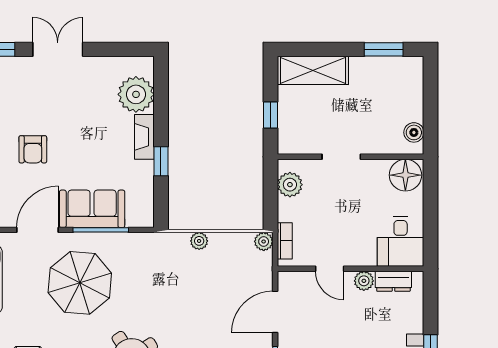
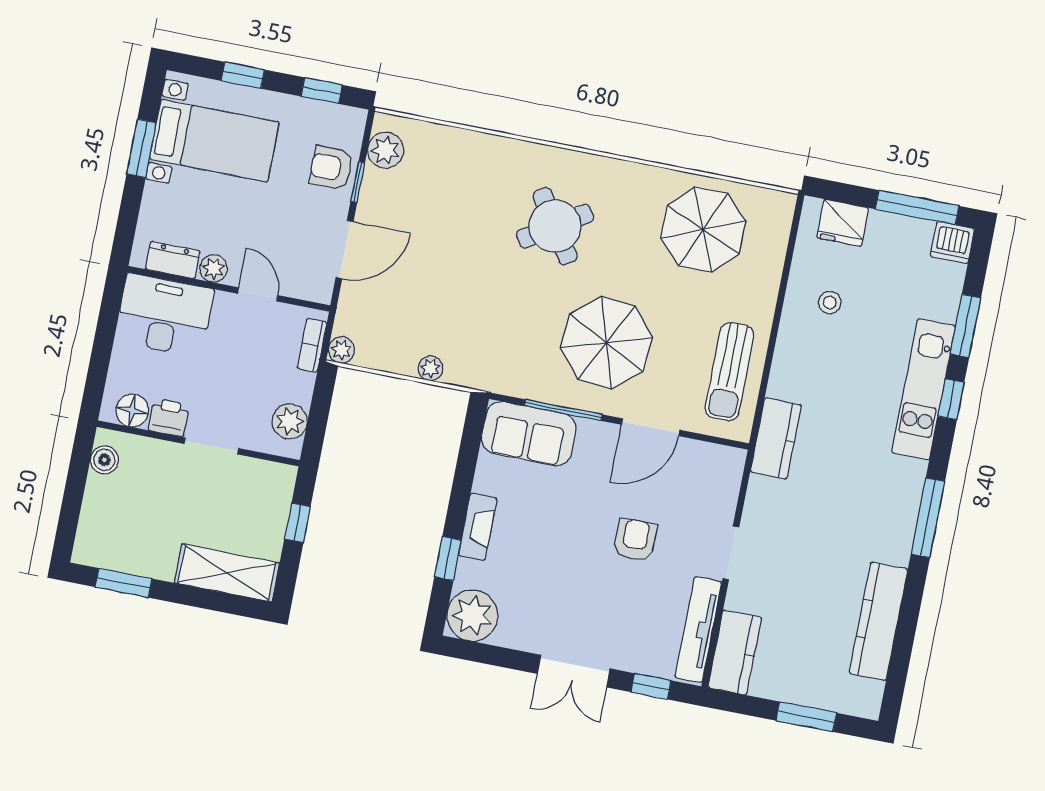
plant: (136, 94) -> (472, 615), moved
window: (161, 161) -> (448, 559), moved
printer: (375, 171) -> (169, 418), added
floor lamp: (405, 175) -> (132, 410), width x0.73, depth x0.73
sofa: (92, 209) -> (529, 434), moved
desk: (401, 241) -> (164, 315), width x1.37

